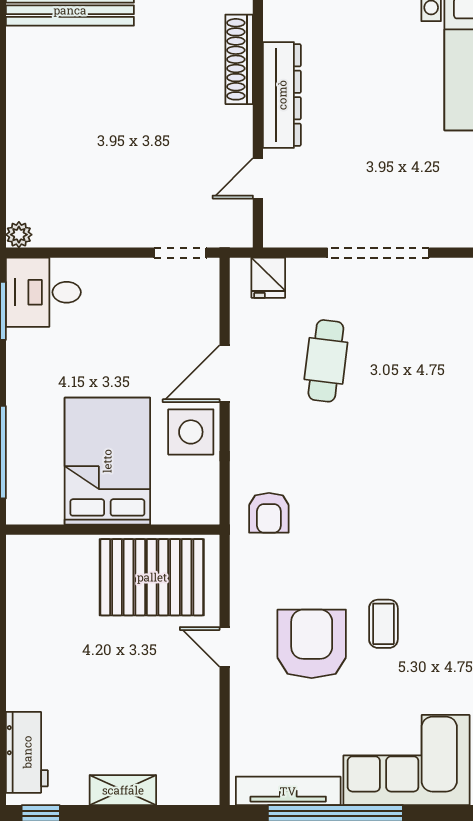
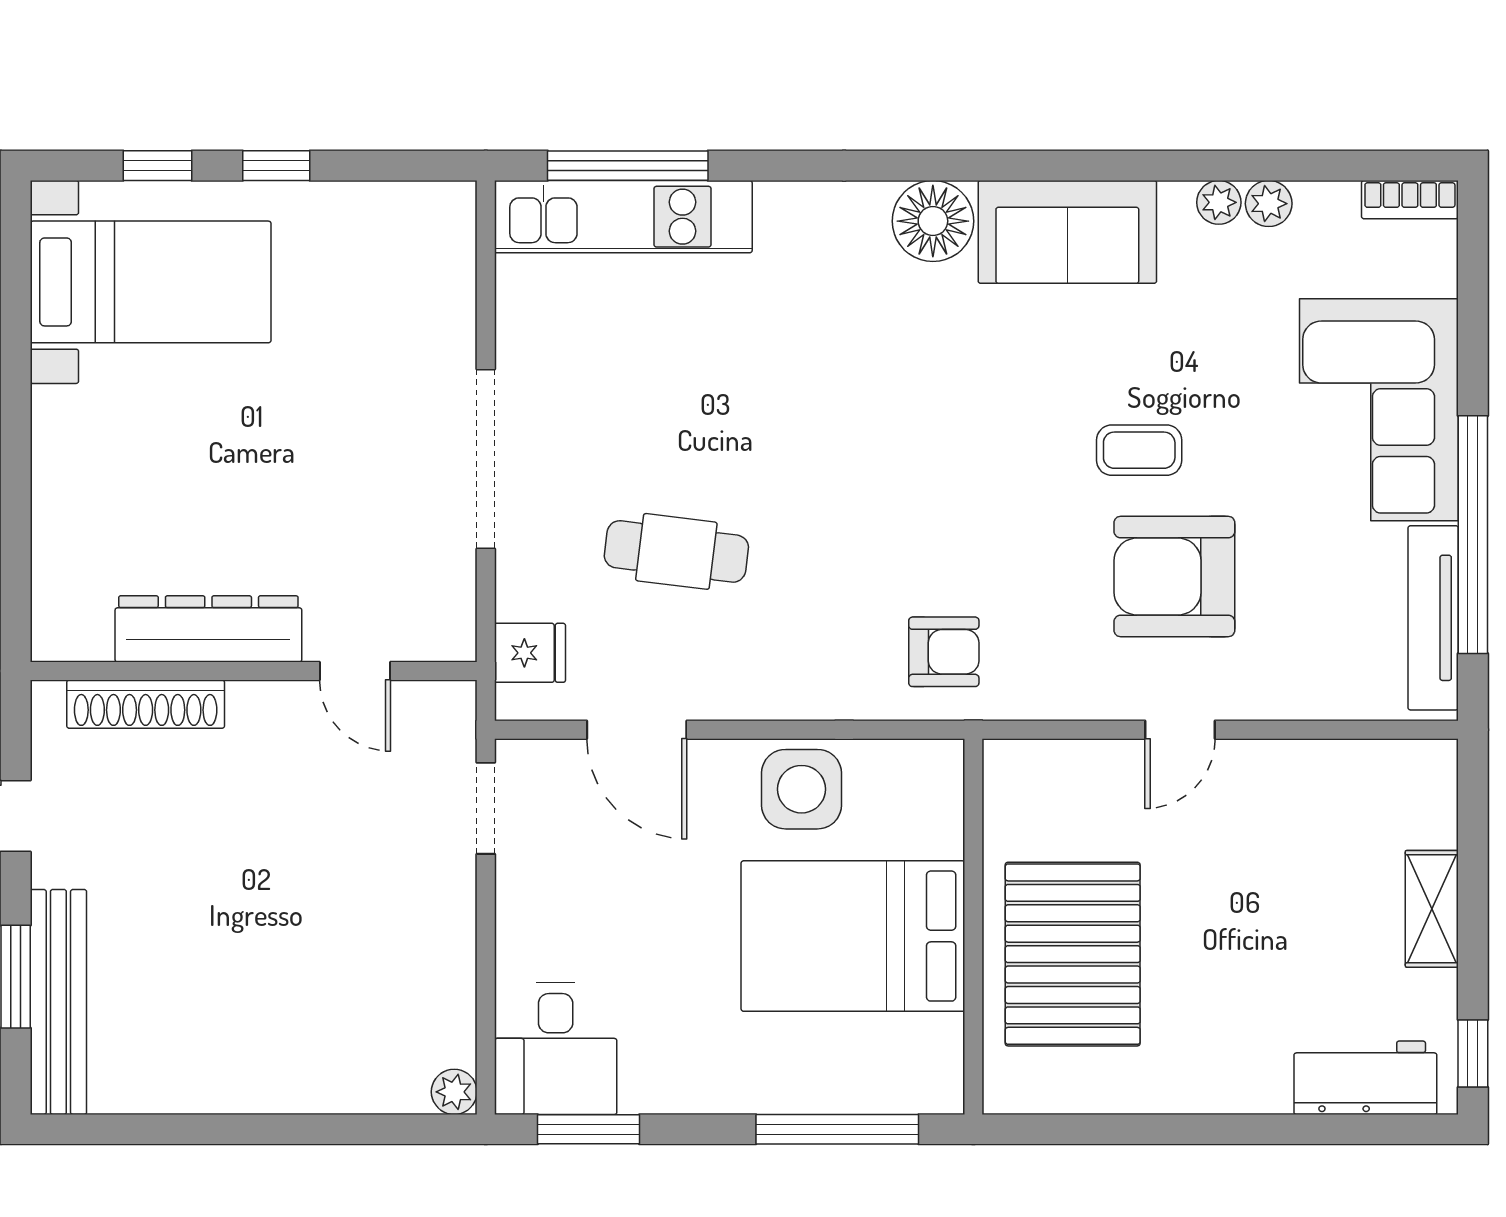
door: (225, 374) -> (637, 730), moved
pallet: (152, 577) -> (1073, 954), moved

